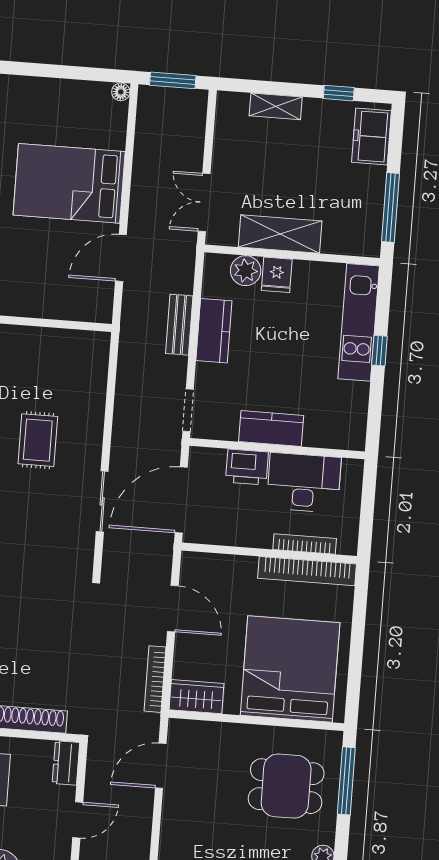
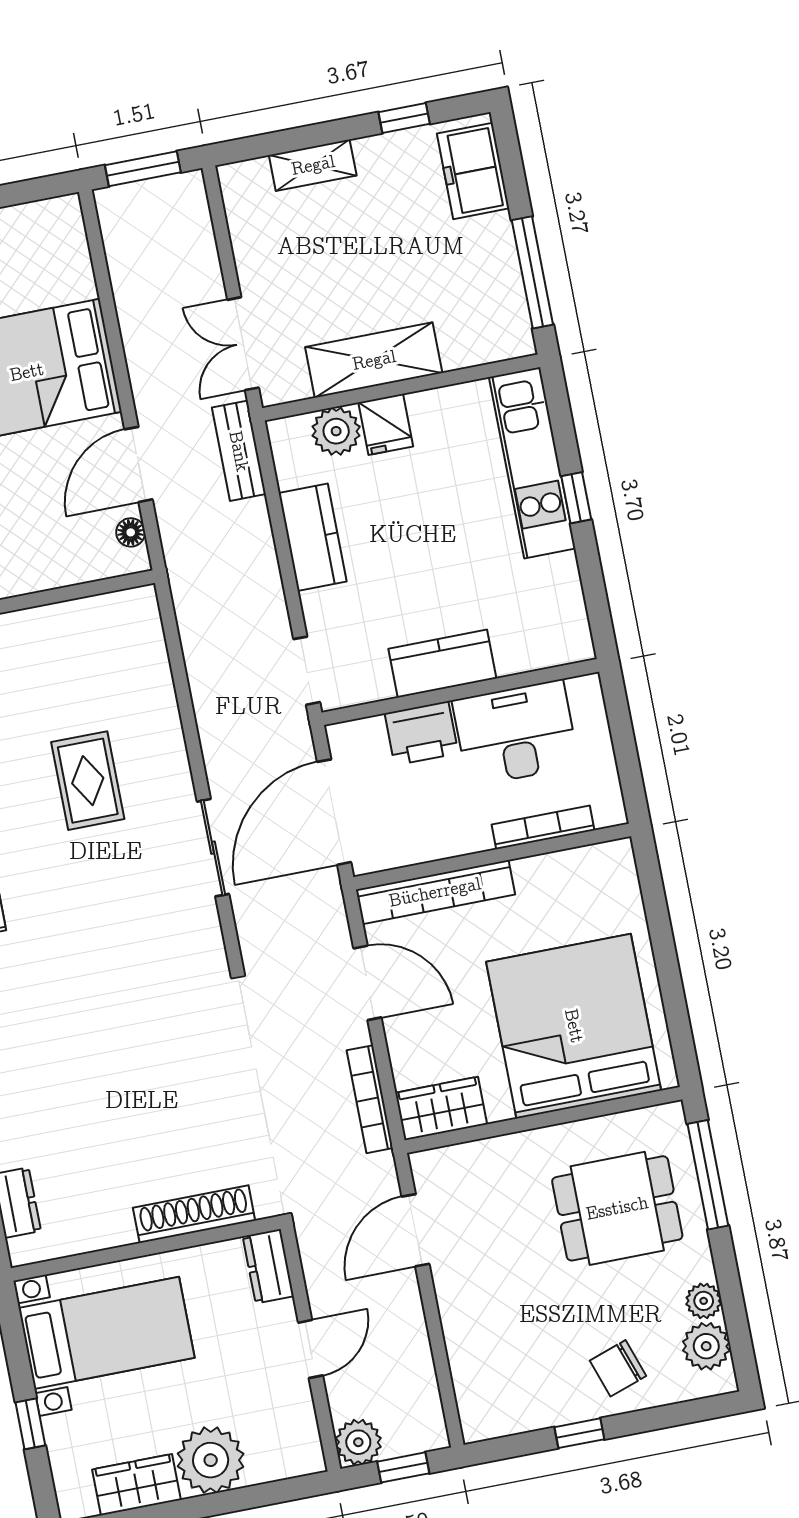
floor lamp: (121, 92) -> (131, 532), moved
bench: (179, 325) -> (239, 451), moved
bookcase: (307, 571) -> (435, 892), moved

